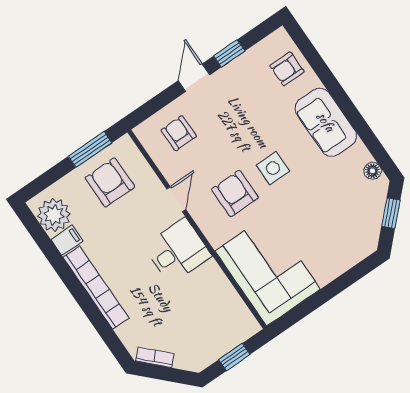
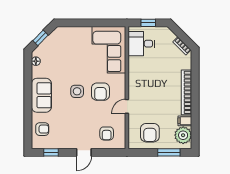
window: (229, 53) -> (51, 152), moved
window: (90, 150) -> (169, 152), moved
desk: (178, 251) -> (141, 44), moved

